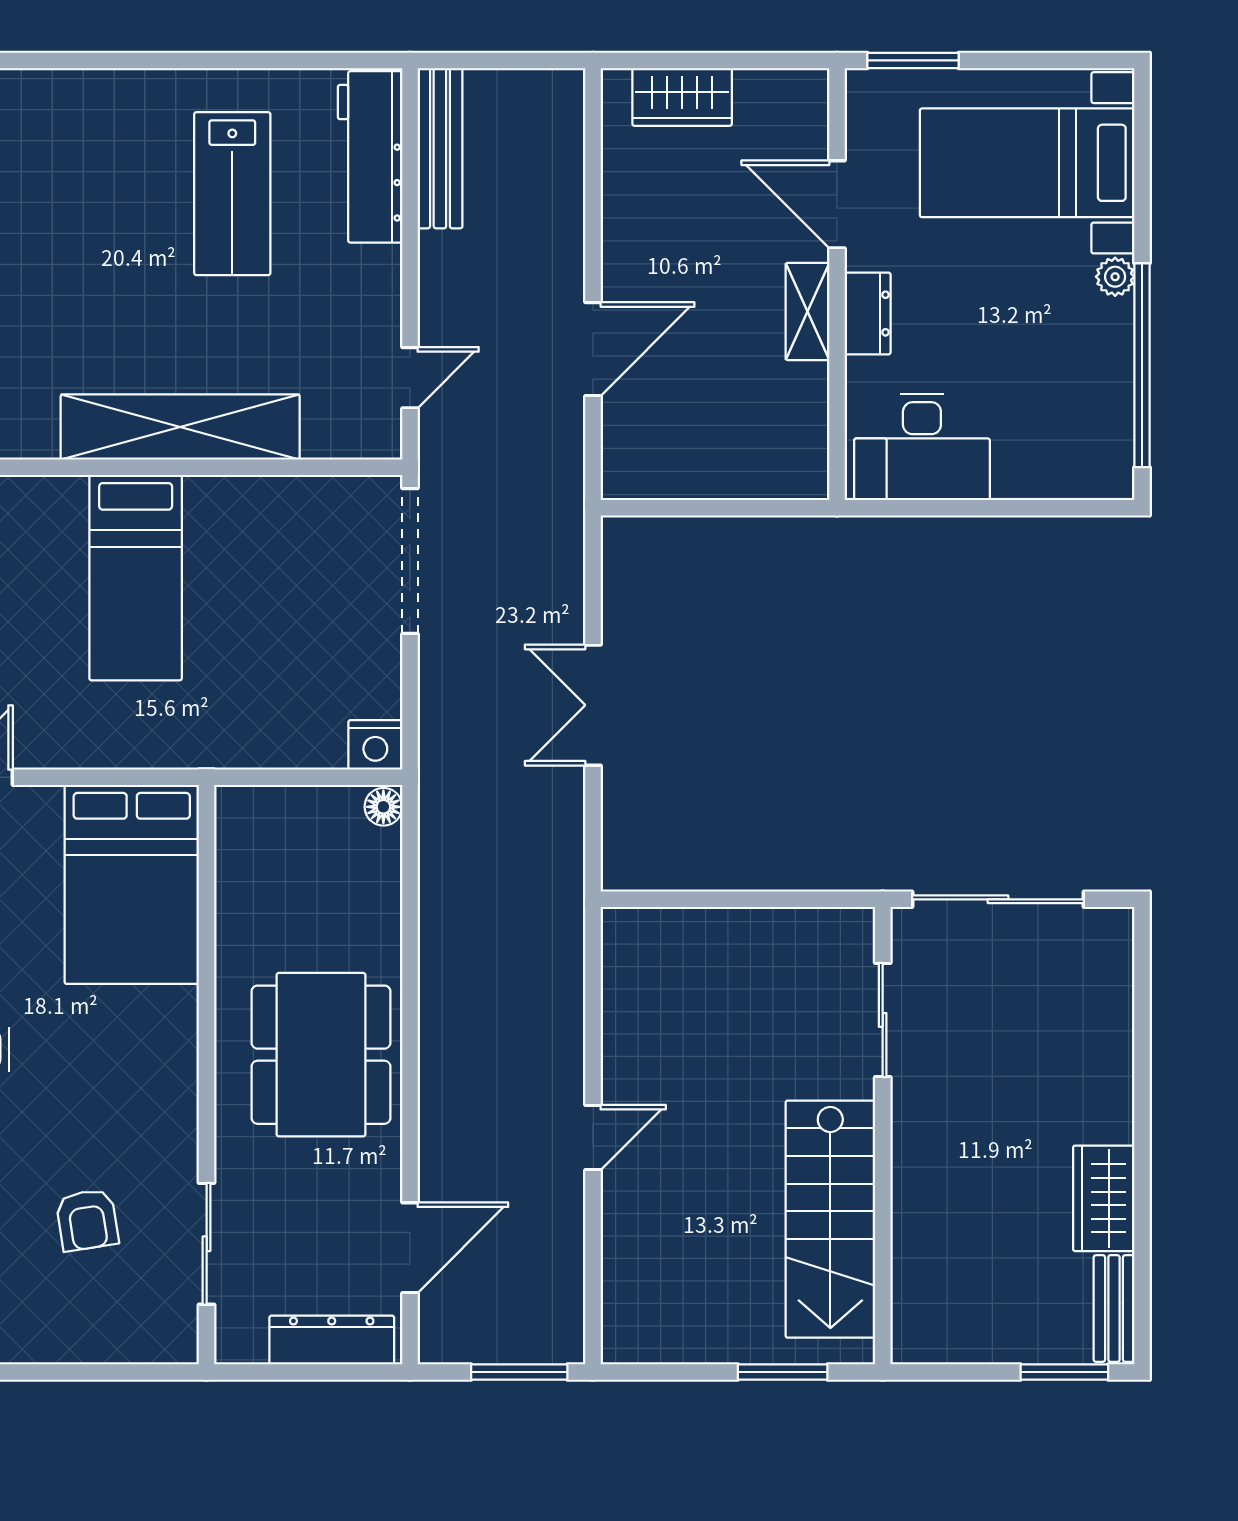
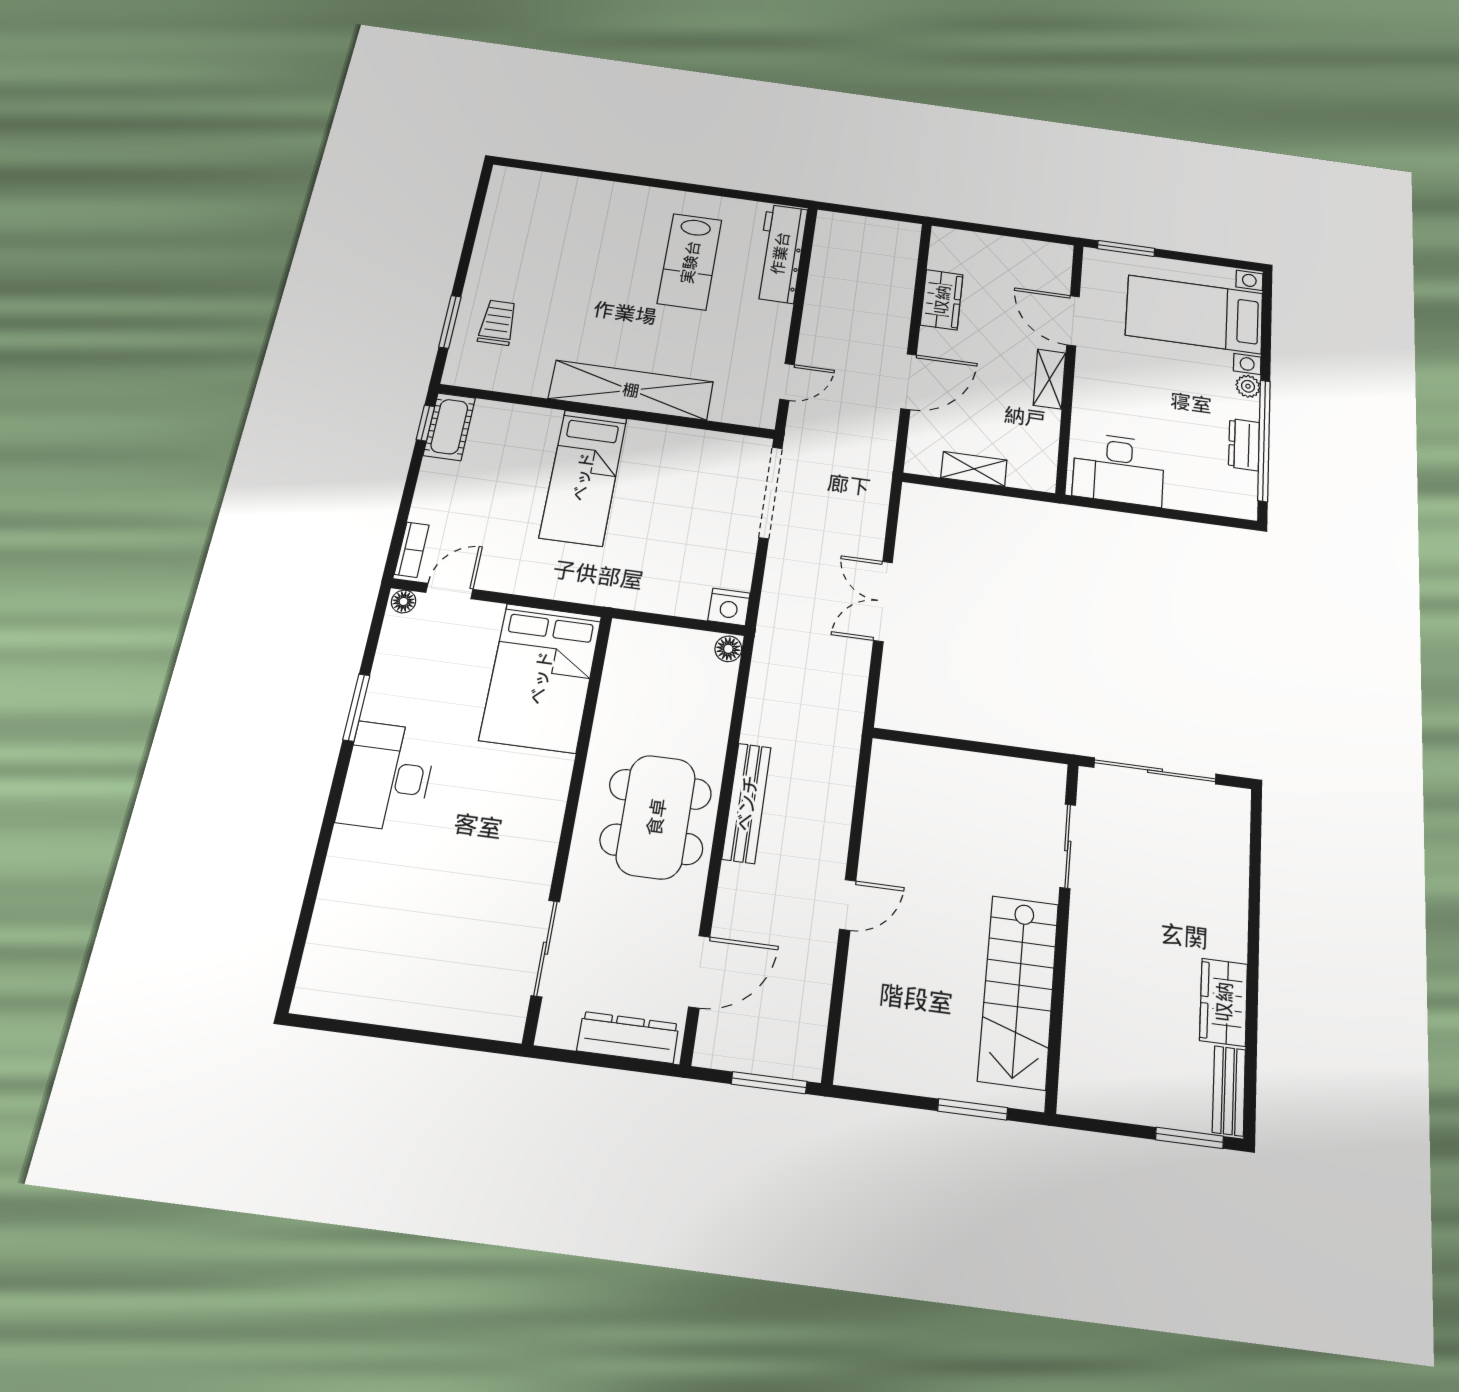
wardrobe: (682, 97) -> (942, 300), moved, turned -90
bench: (440, 148) -> (747, 803), moved
dresser: (868, 314) -> (1244, 445), moved, turned 180
shelving: (705, 479) -> (974, 469), added
armchair: (87, 1220) -> (459, 918), removed

